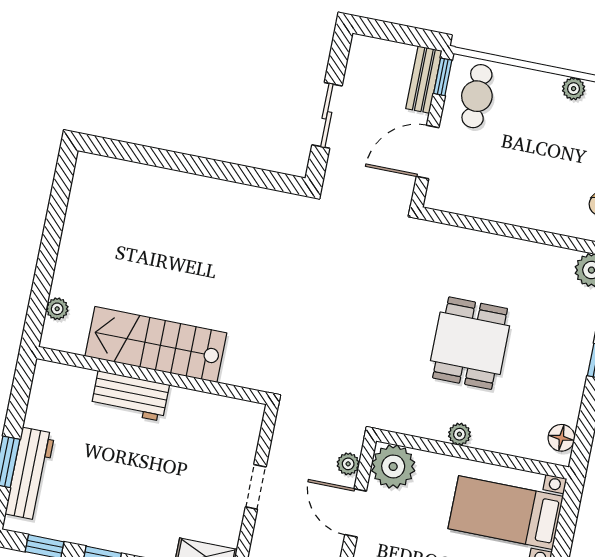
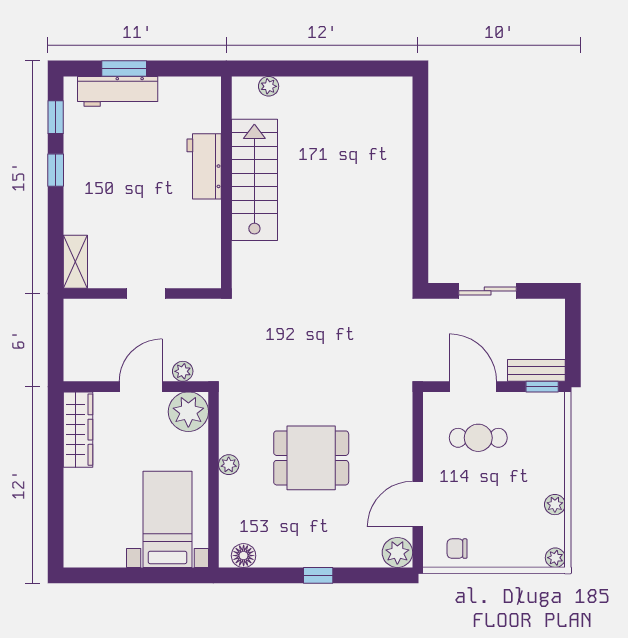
cafe table: (477, 96) -> (478, 438), moved
door: (543, 237) -> (418, 504), added

